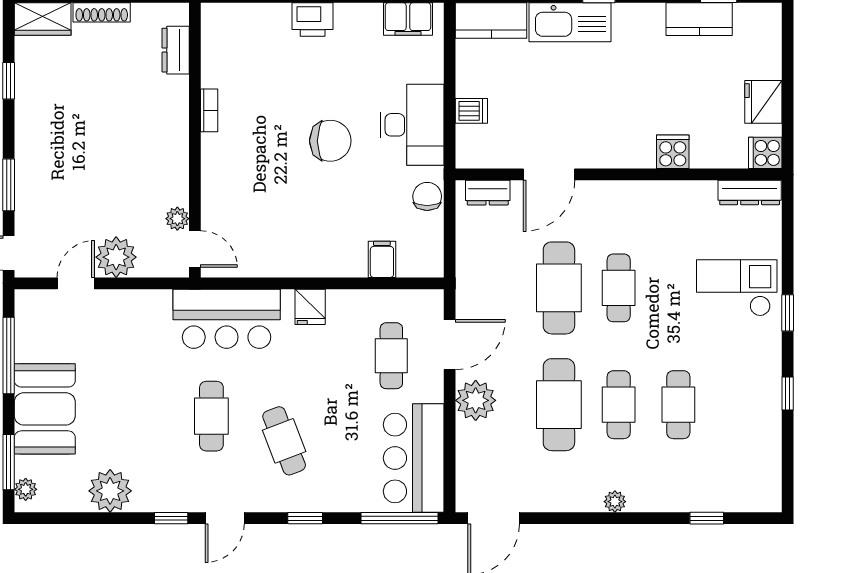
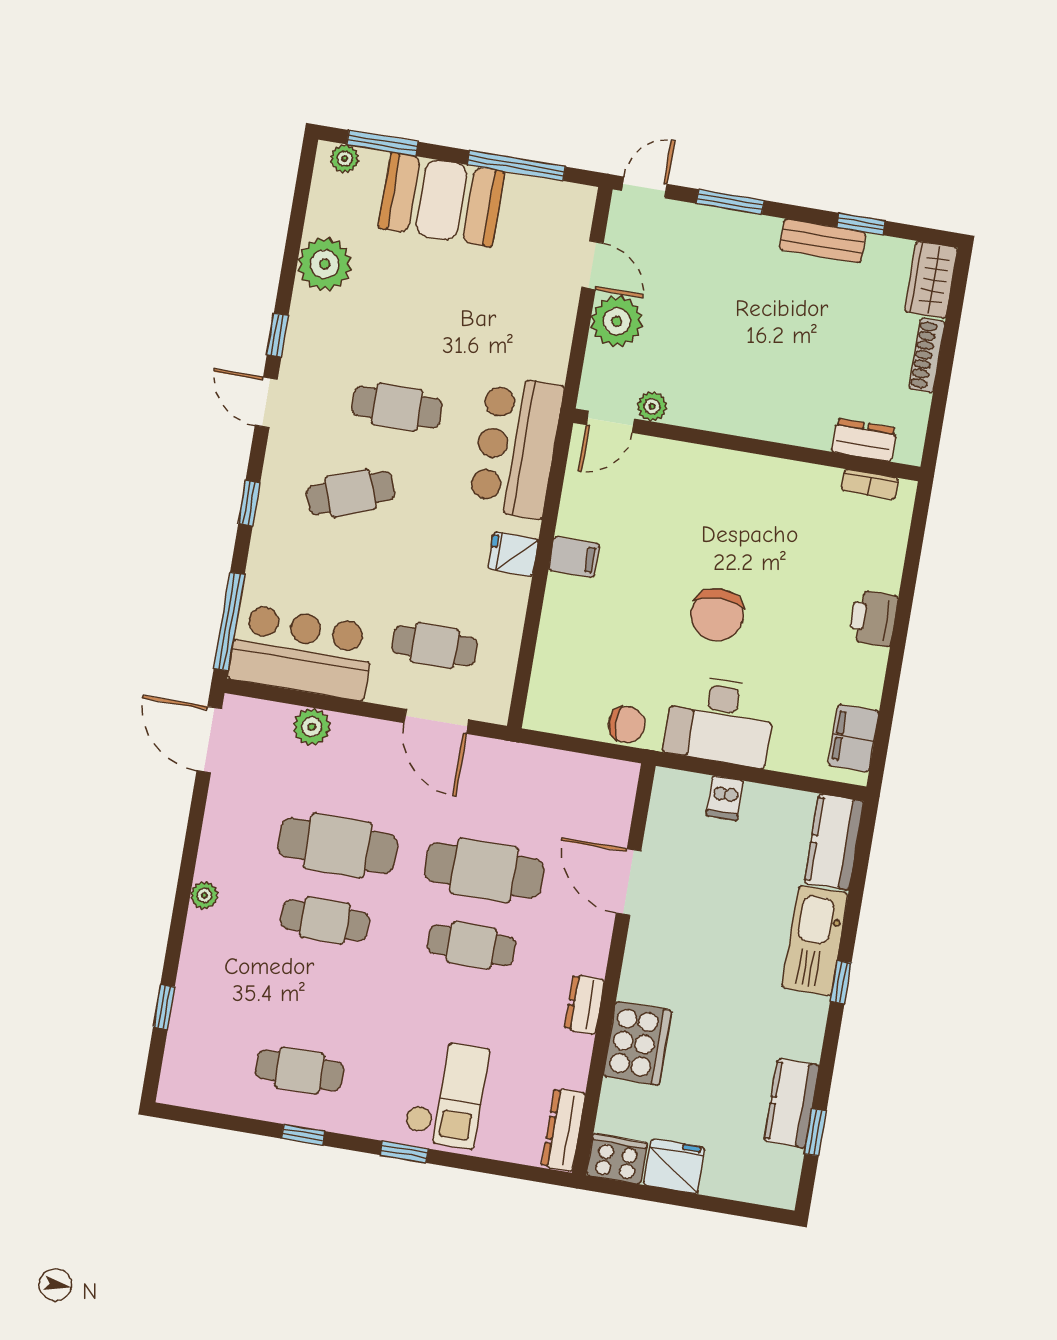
bench: (27, 108) -> (822, 241), added
bookcase: (209, 110) -> (870, 484), moved
cooker: (673, 152) -> (637, 1043), width x1.87, depth x1.31
cooker: (765, 153) -> (617, 1159), width x1.36
dresser: (488, 193) -> (584, 1004), moved
filing cabinet: (382, 259) -> (574, 557), moved
plant: (476, 400) -> (312, 727), moved, width x0.73, depth x0.73
cafe table: (678, 405) -> (300, 1070), moved

